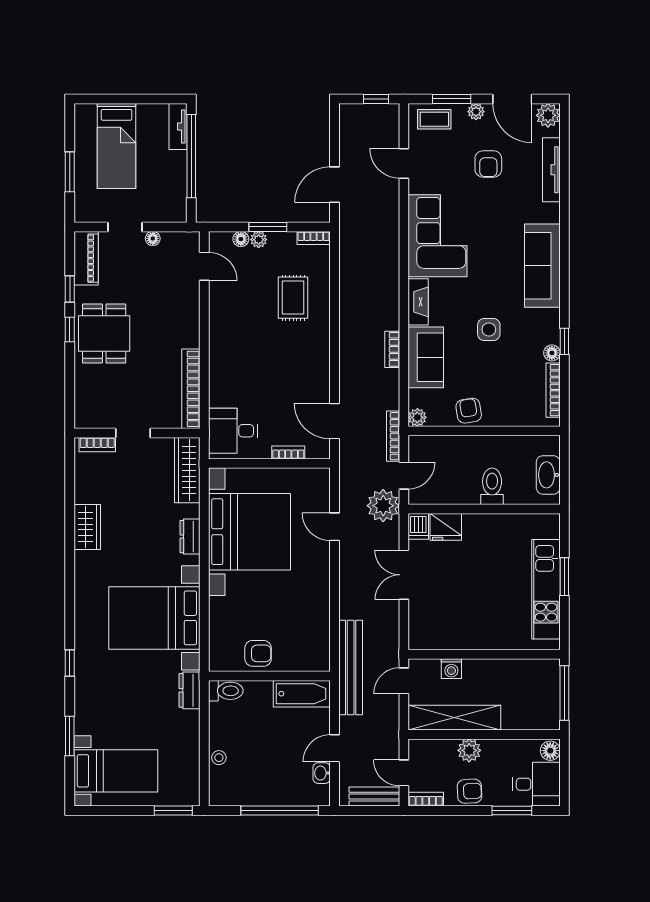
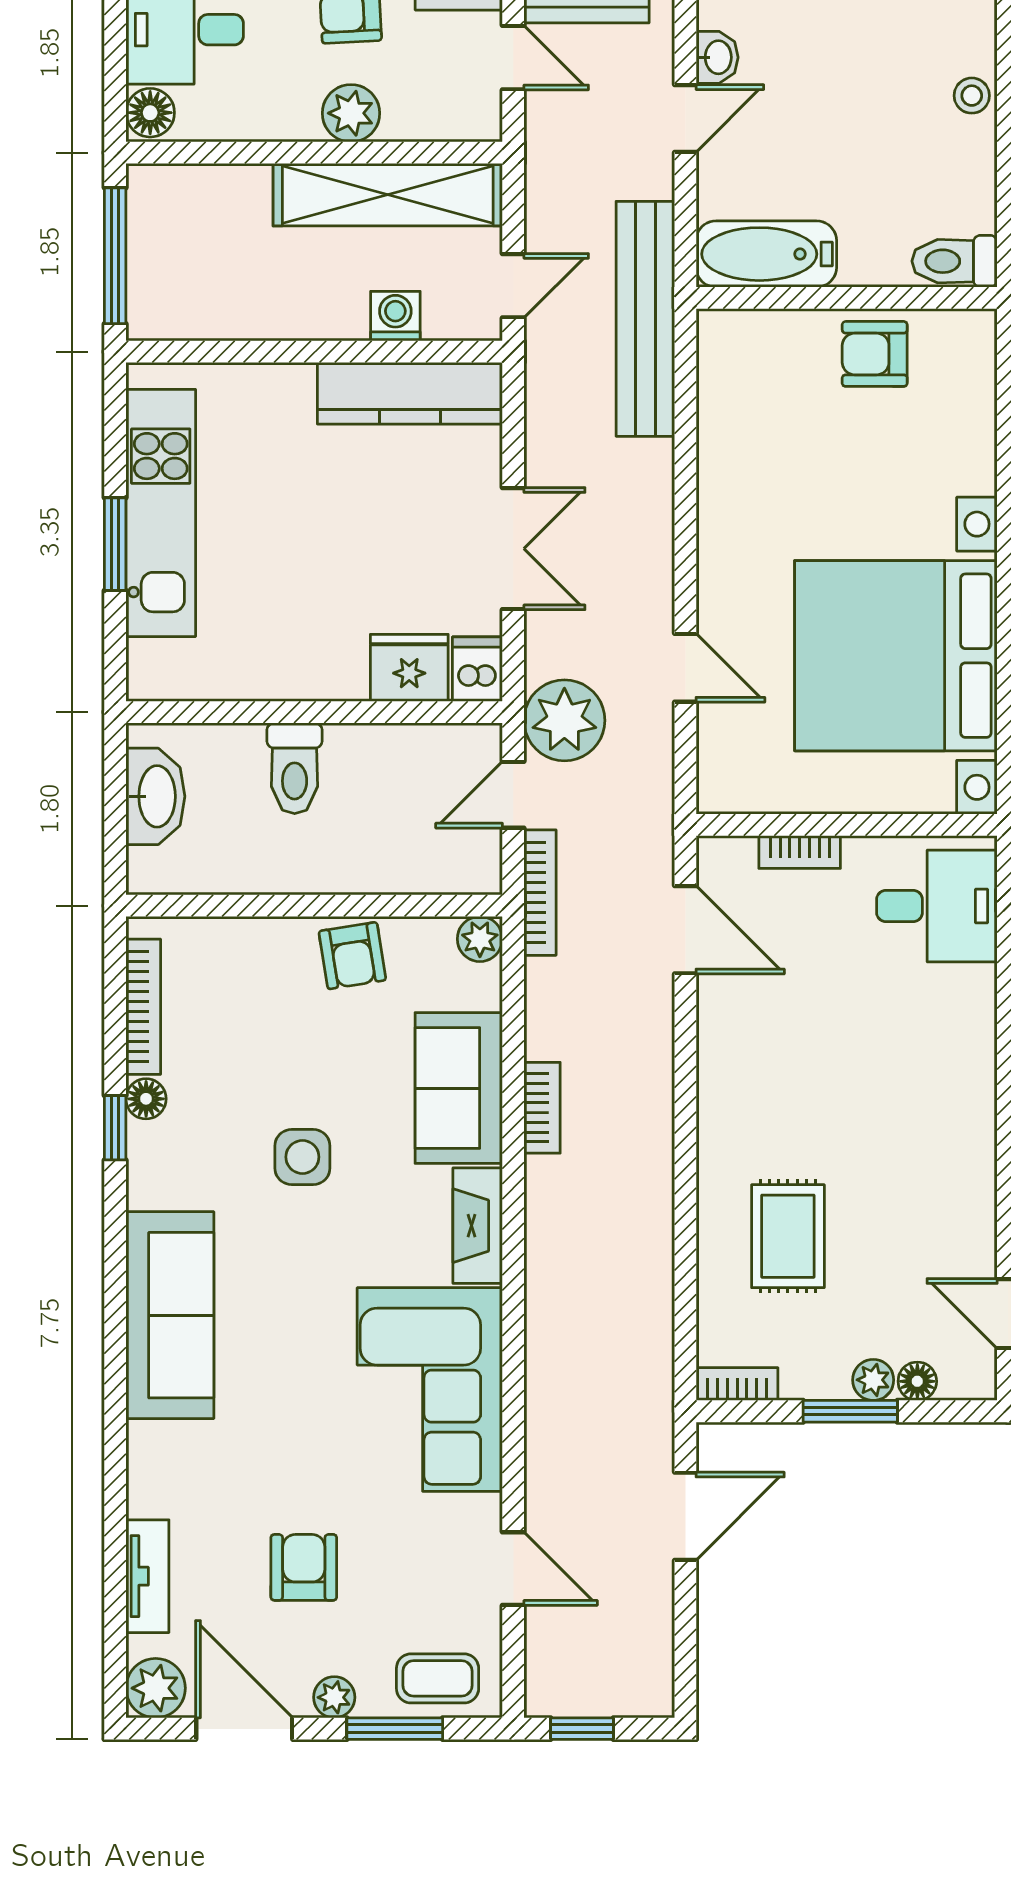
tv unit: (551, 170) -> (147, 1576), width x0.71
kitchen counter: (446, 638) -> (410, 393), added

